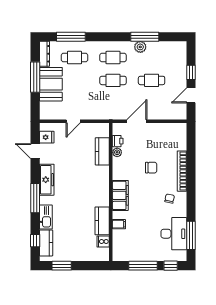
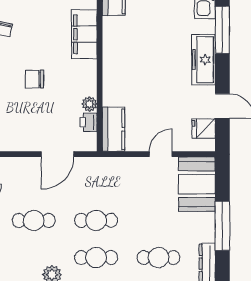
booth: (51, 84) -> (197, 184), moved
kitchen counter: (102, 151) -> (113, 129), moved

